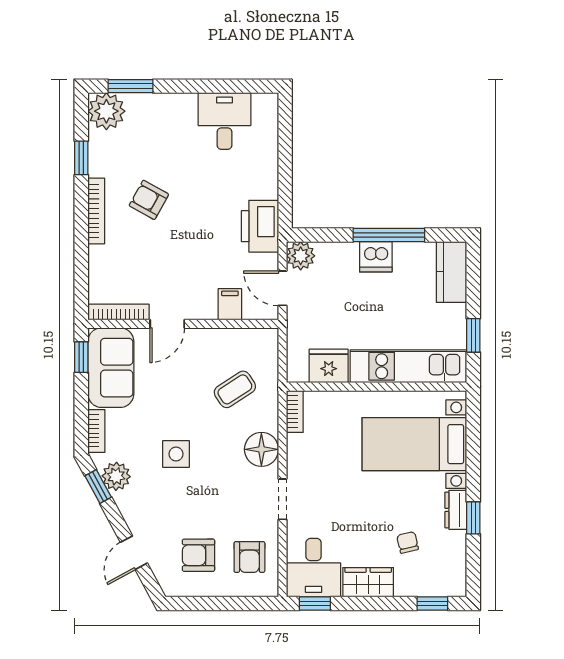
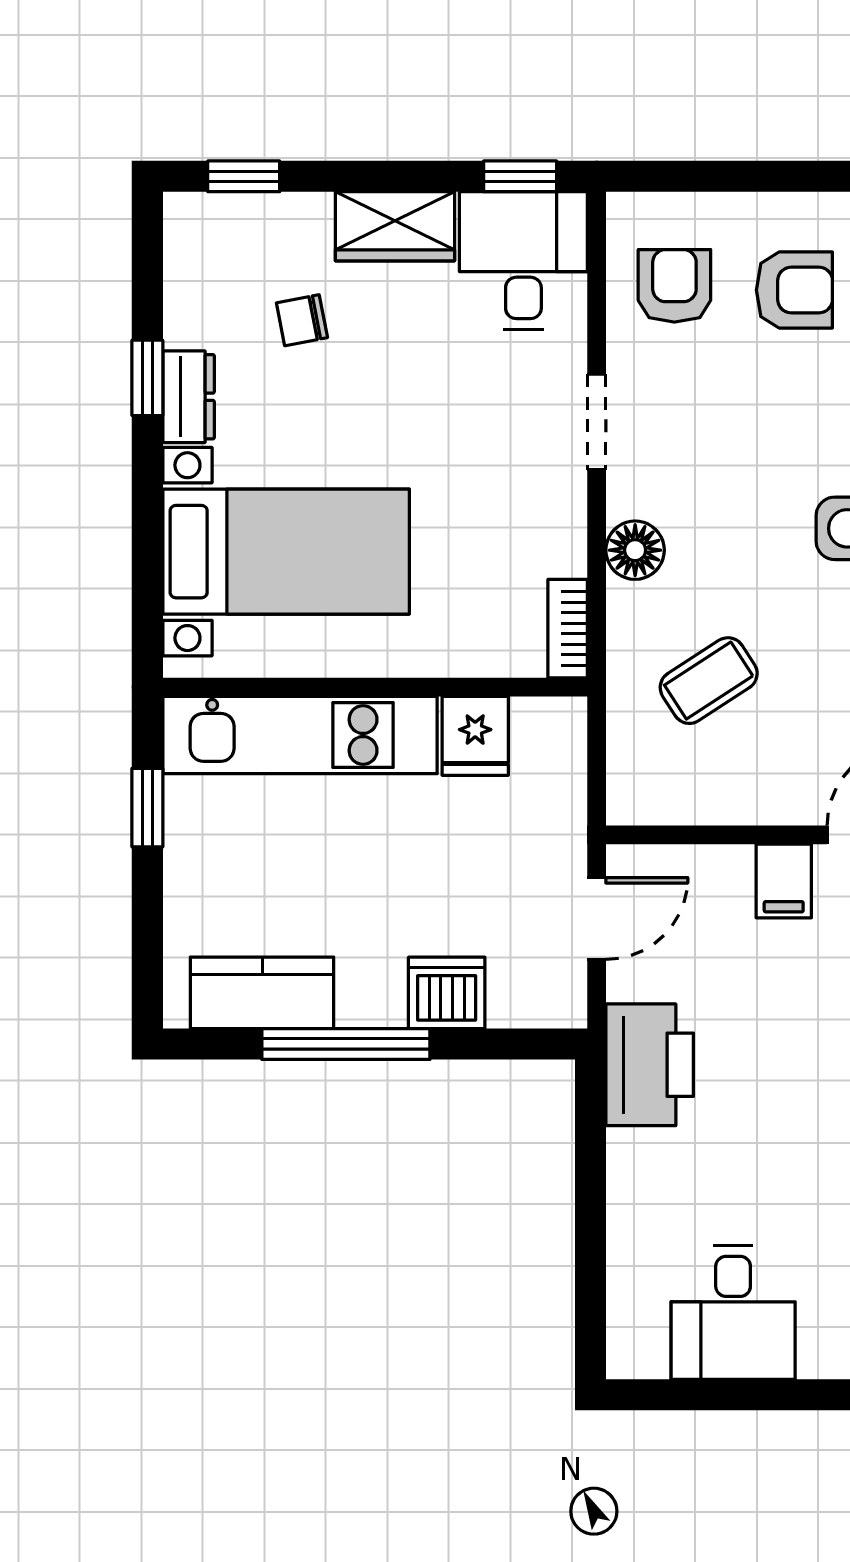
plant: (301, 256) -> (554, 995), removed
dishwasher: (376, 257) -> (447, 993), moved
kitchen counter: (451, 272) -> (262, 993), moved, turned -90
door: (282, 288) -> (597, 919), hinge flipped
filing cabinet: (230, 304) -> (784, 881), moved
fridge: (329, 366) -> (475, 736), width x0.72
floor lamp: (261, 449) -> (635, 550), width x0.73, depth x0.73
chair: (408, 542) -> (302, 320), turned 92

